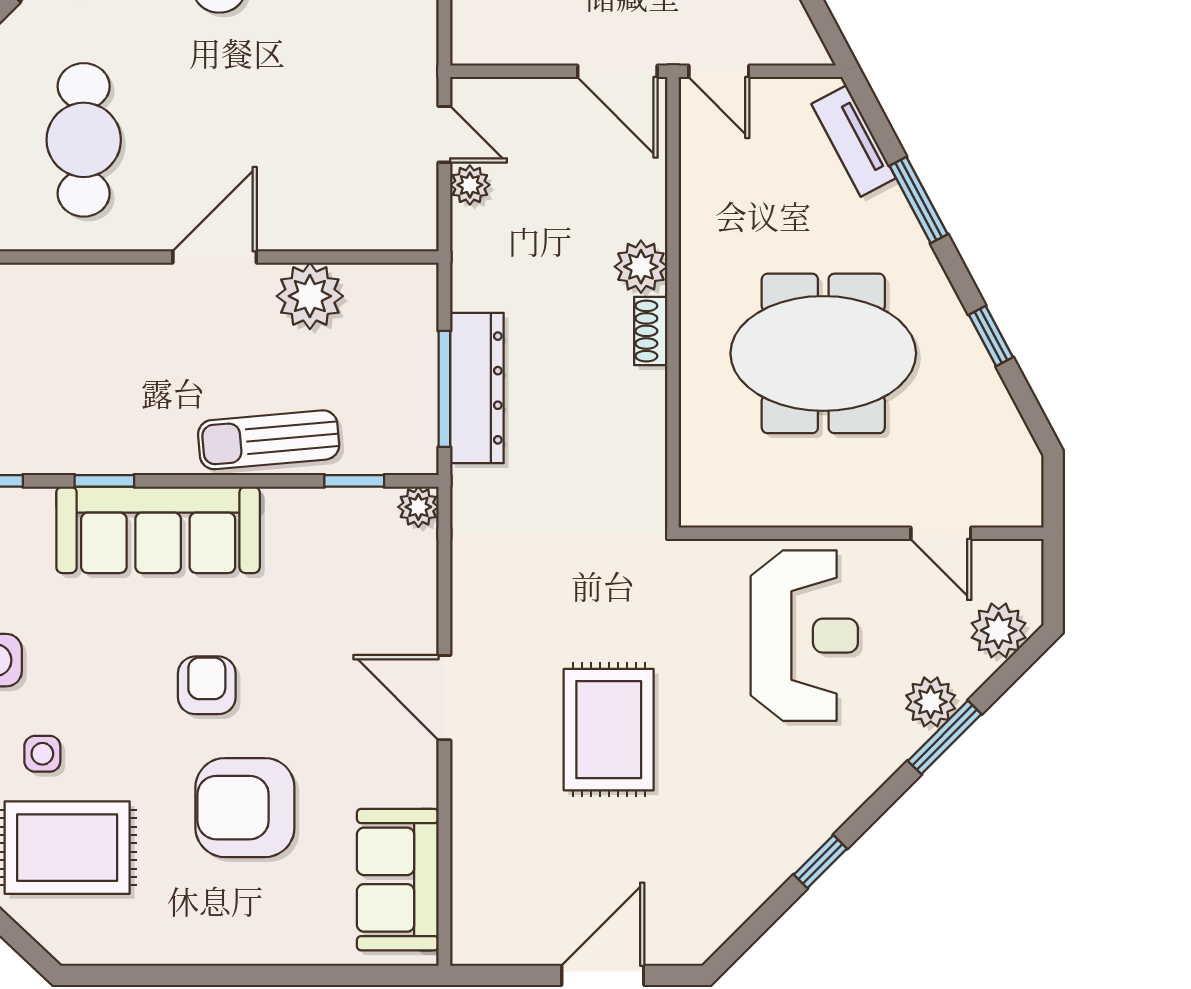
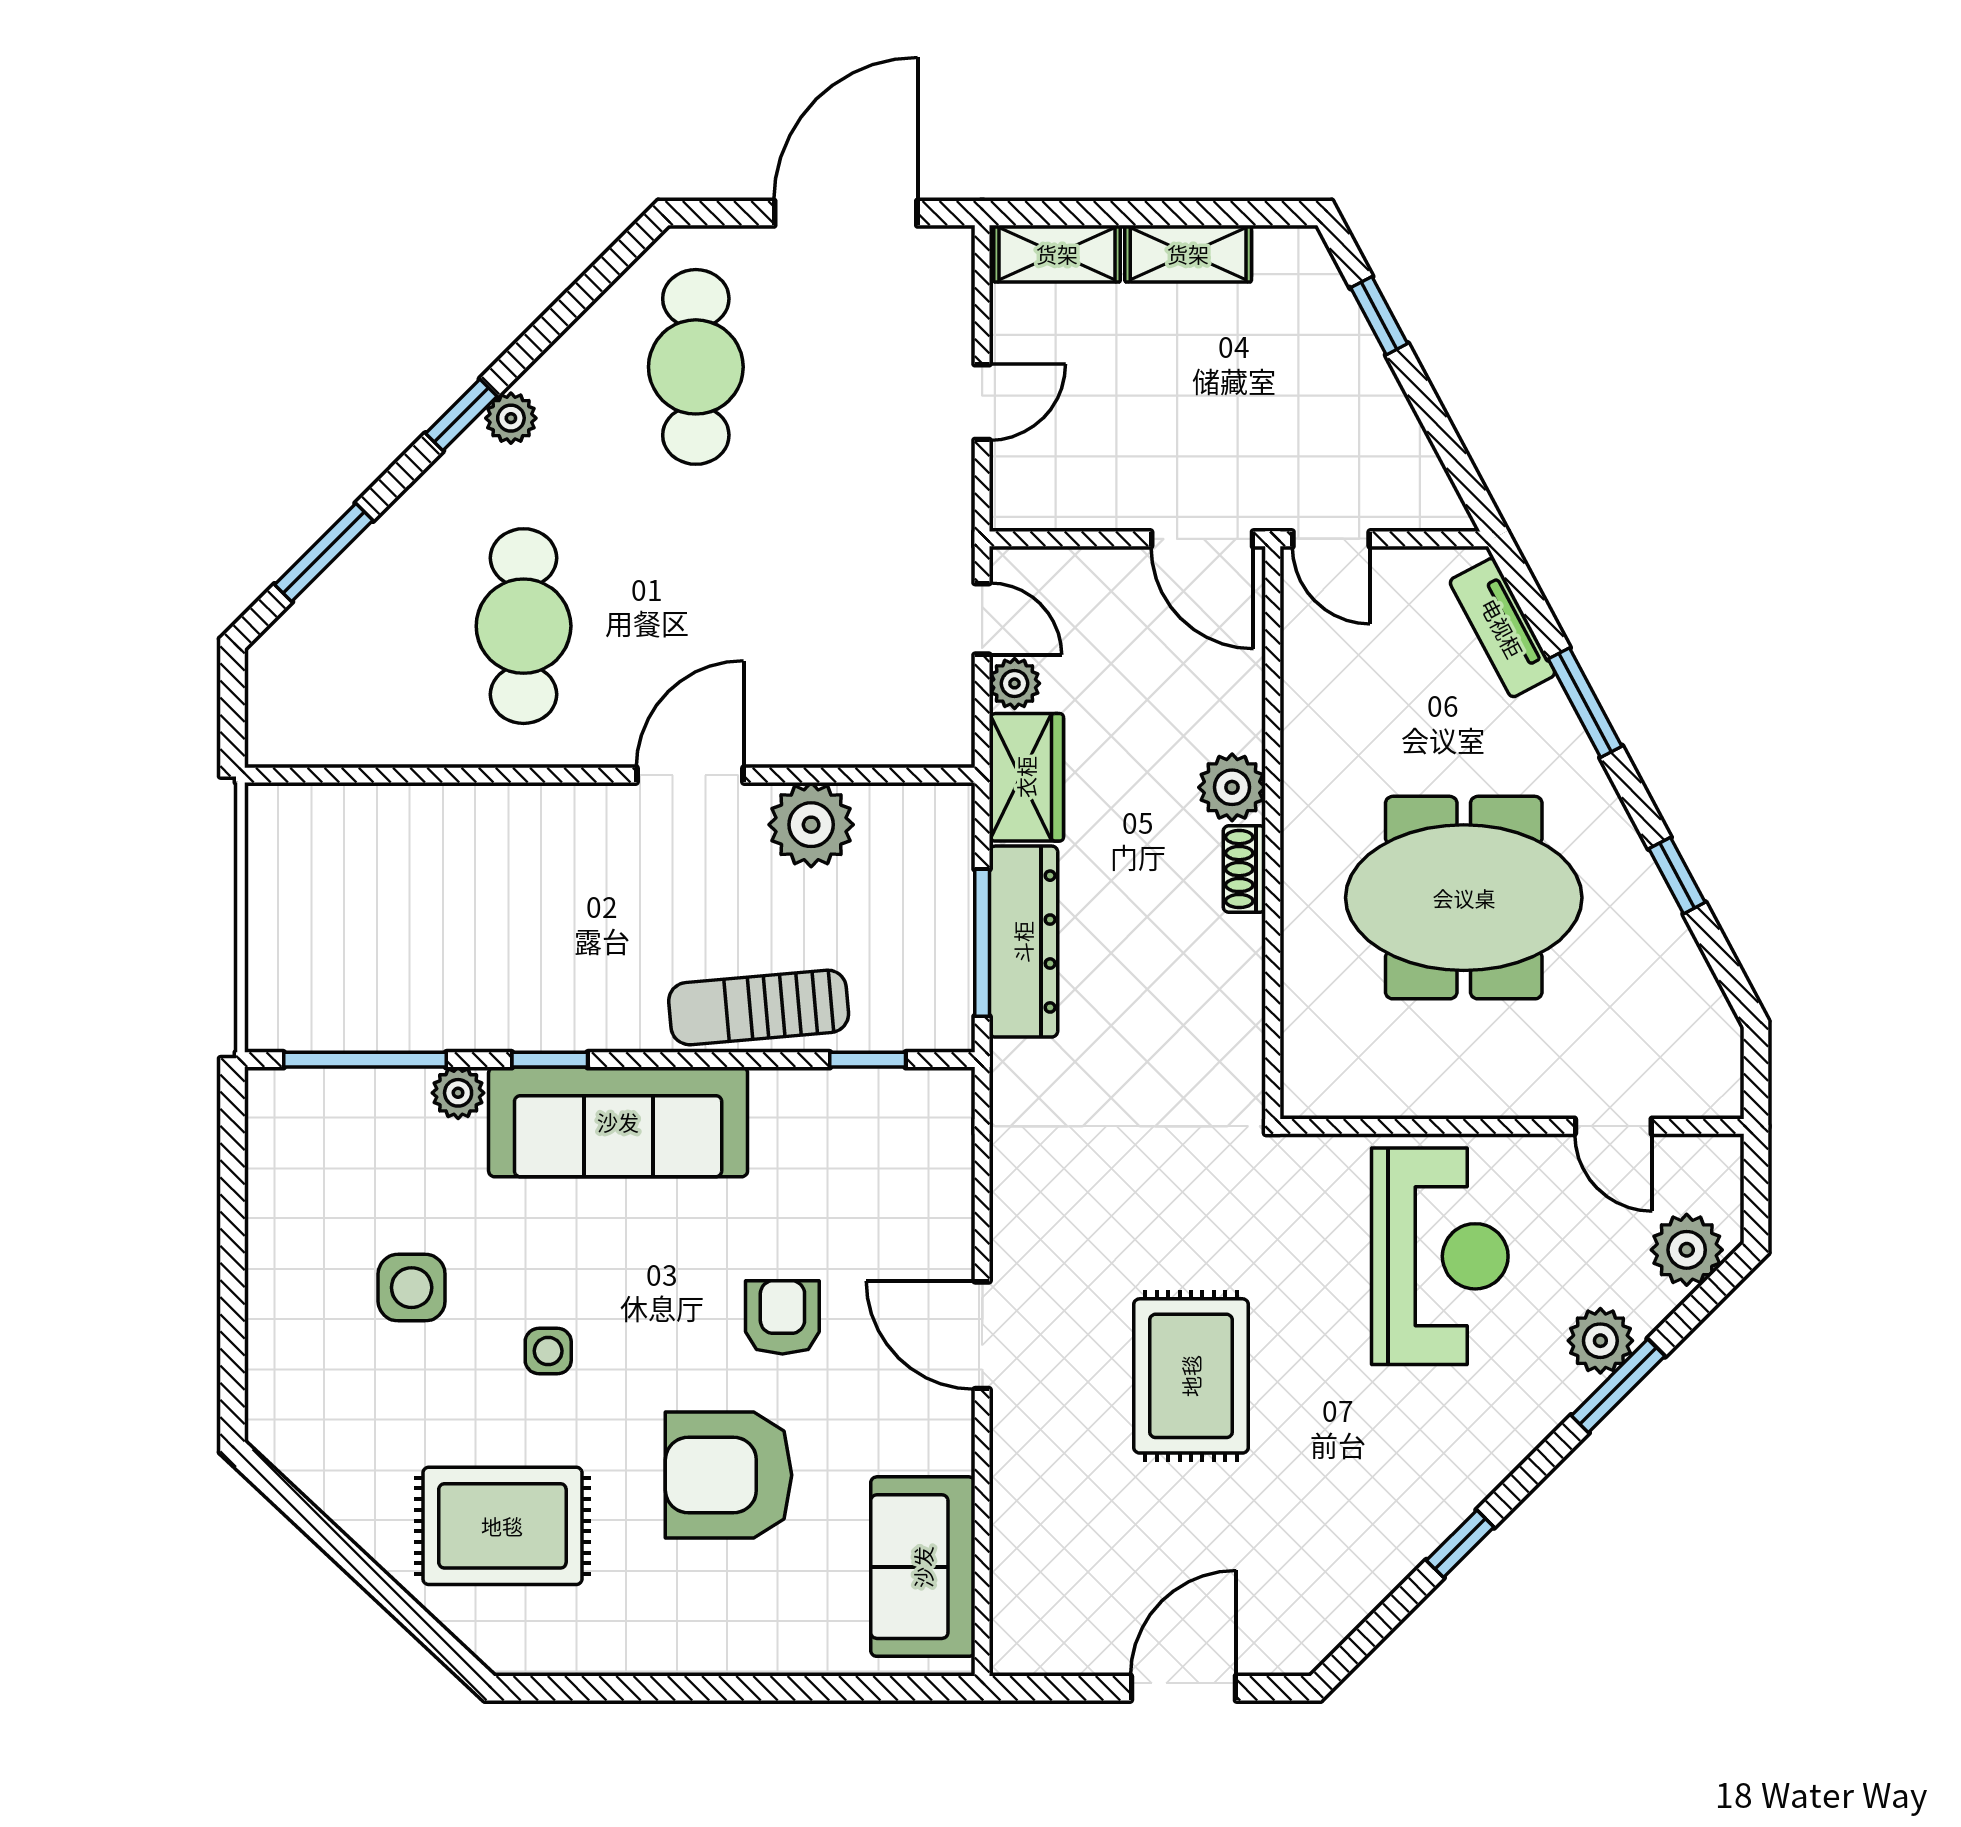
wardrobe: (479, 259) -> (1026, 777), added
plant: (418, 507) -> (458, 1093), moved
armchair: (207, 685) -> (782, 1317), moved
side table: (42, 754) -> (548, 1351), moved

